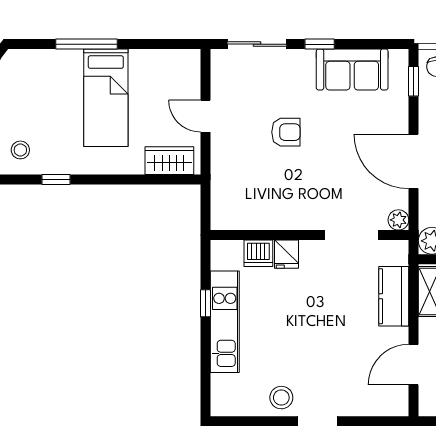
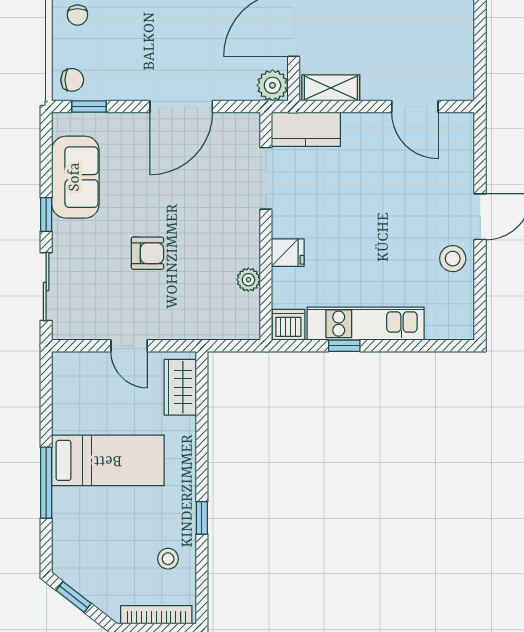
door: (206, 116) -> (129, 346), hinge flipped
armchair: (286, 132) -> (147, 253), turned 90
plant: (398, 220) -> (248, 280), moved
dishwasher: (258, 253) -> (288, 325), moved, turned -90
kitchen counter: (394, 296) -> (306, 129), moved

